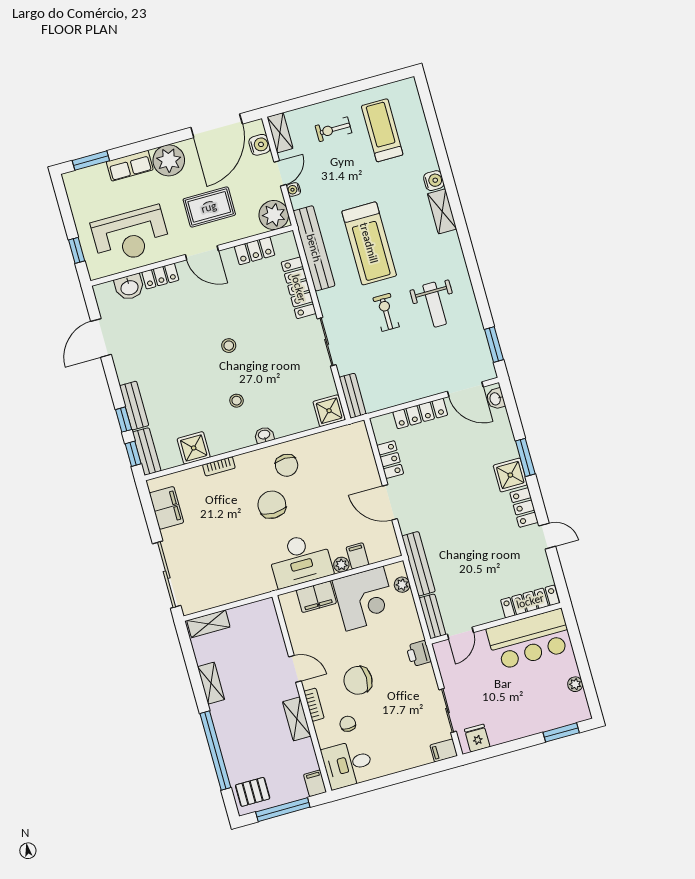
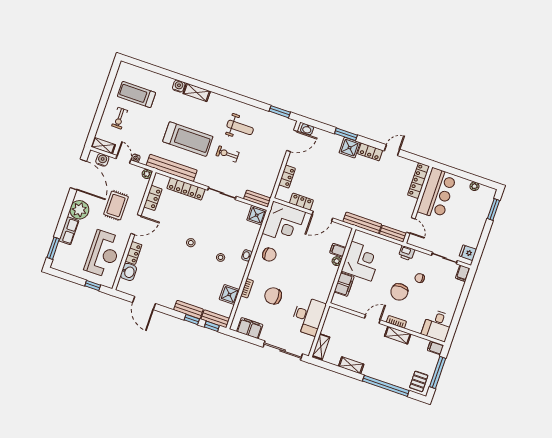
plant: (274, 215) -> (147, 174), width x0.53, depth x0.53
locker: (420, 413) -> (287, 177), width x0.66
corner desk: (344, 455) -> (284, 223), added
chair: (272, 505) -> (273, 296), moved
desk: (300, 560) -> (308, 316), moved
plant: (402, 585) -> (367, 238), removed
chair: (348, 724) -> (420, 278), moved

